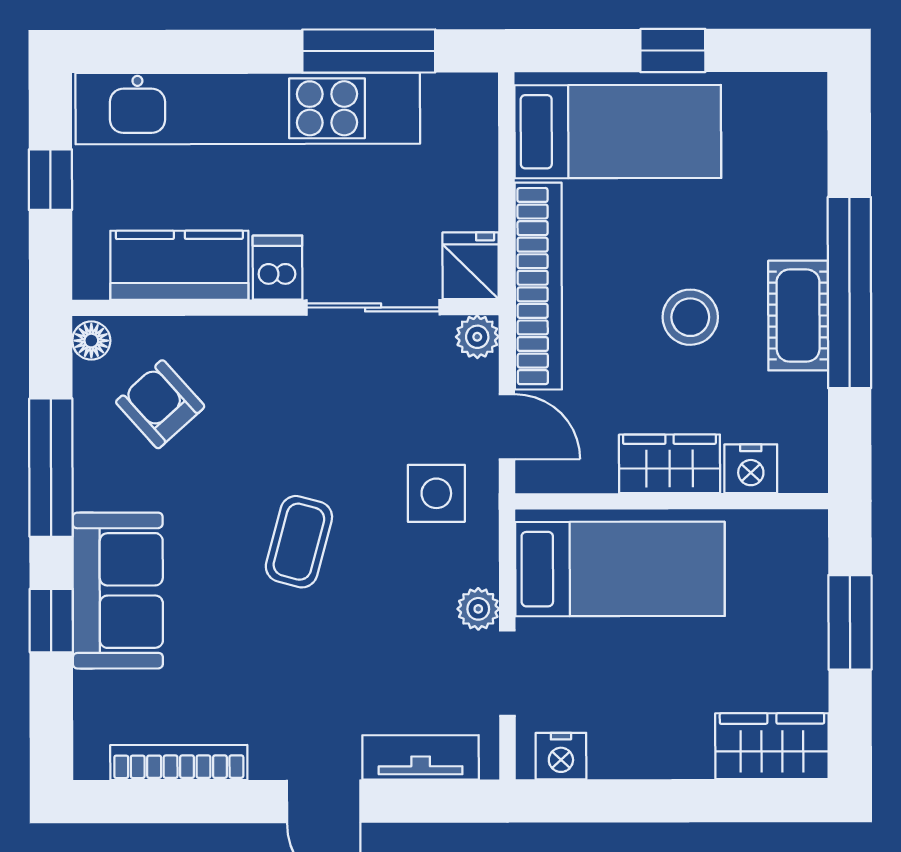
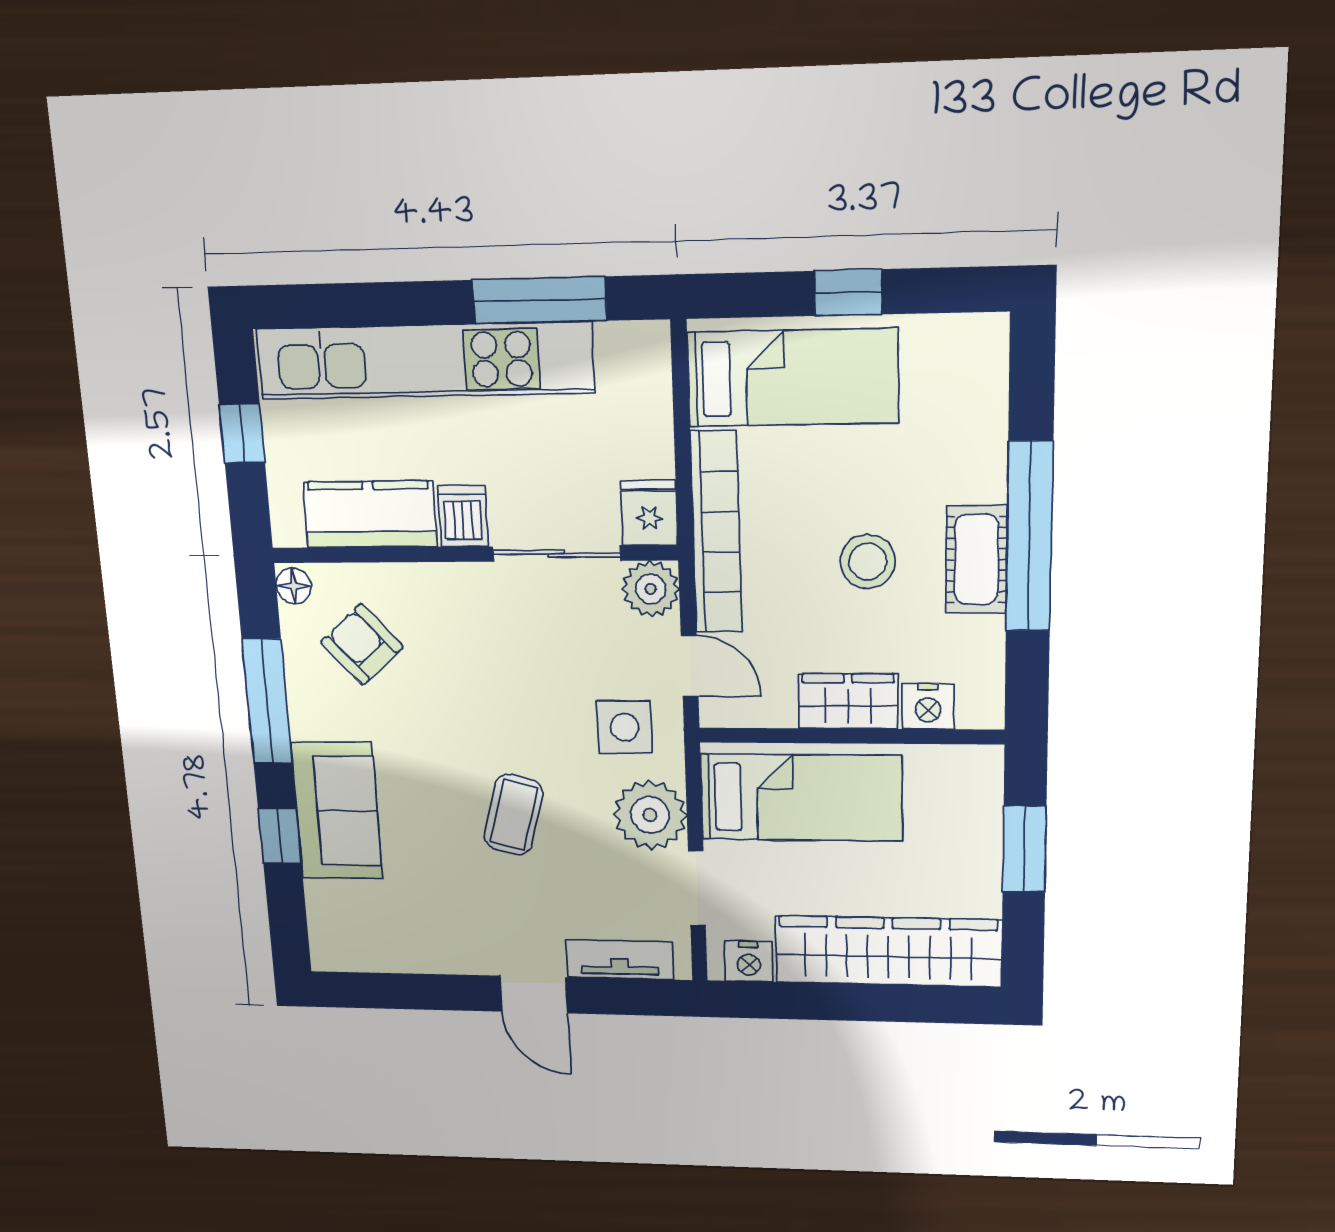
plant: (477, 337) -> (651, 589), width x1.38, depth x1.38
coffee table: (299, 542) -> (514, 815), moved
plant: (478, 609) -> (650, 815), width x1.88, depth x1.88
wardrobe: (772, 746) -> (888, 951), width x2.10, depth x1.17
bookcase: (179, 762) -> (403, 959), removed

